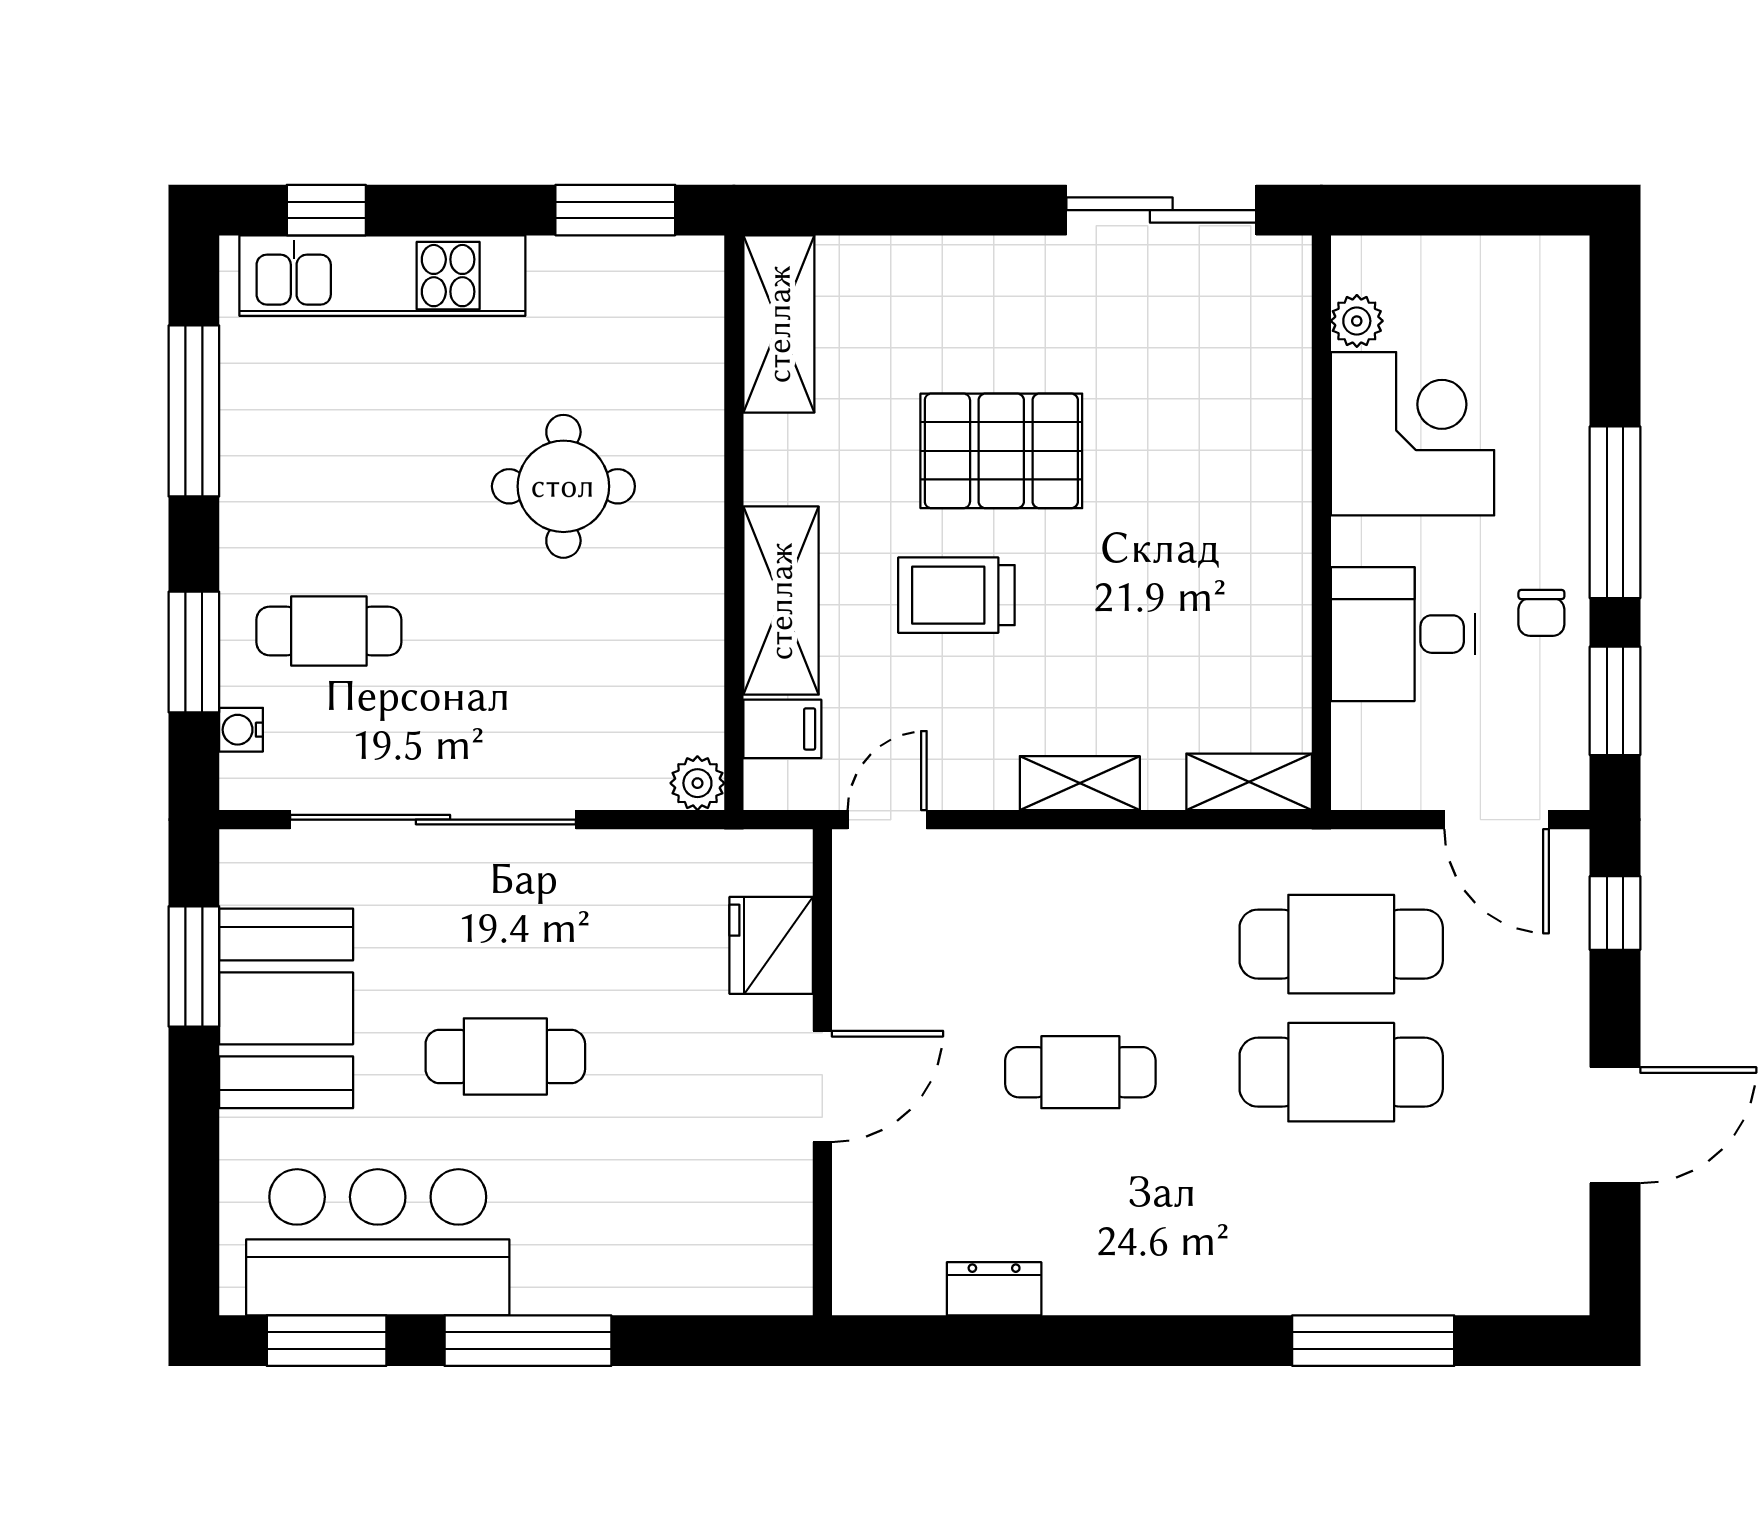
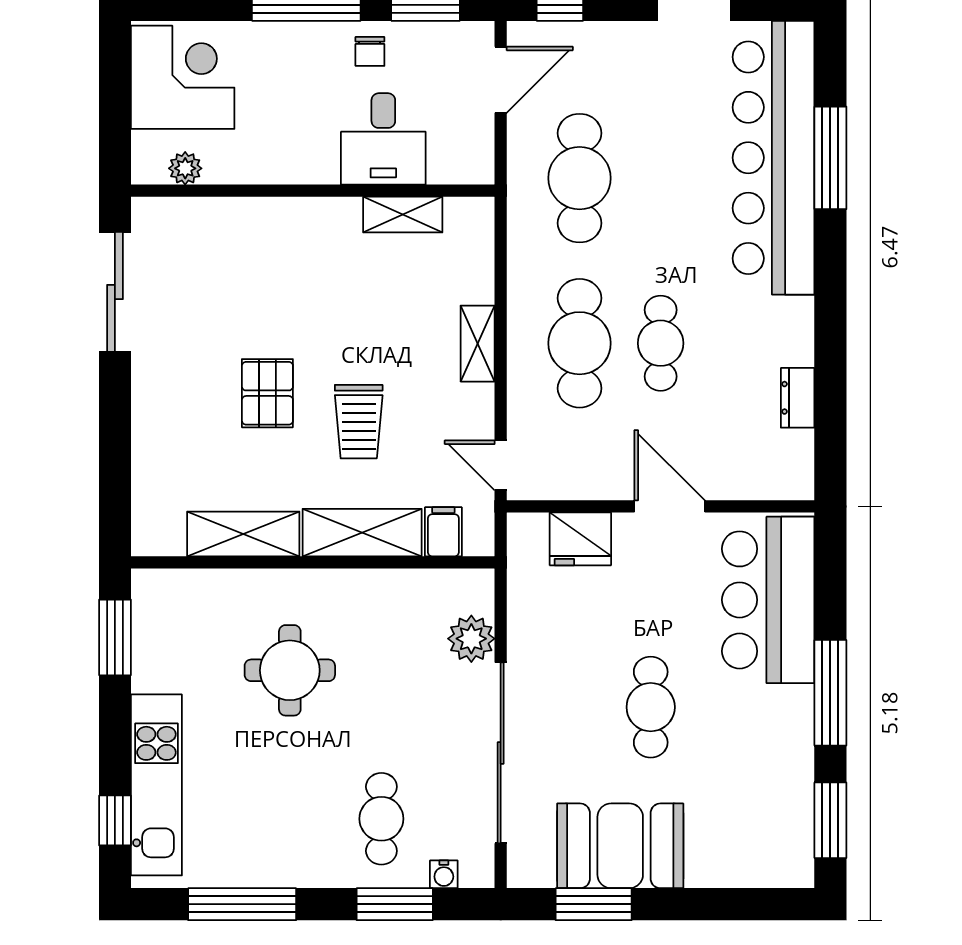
shelving: (779, 324) -> (243, 534), moved
corner desk: (1412, 434) -> (183, 77), moved, turned 90
pallet: (1001, 451) -> (267, 393), width x0.67, depth x0.71
chair: (1541, 613) -> (370, 51), turned 90
shelving: (1249, 782) -> (403, 215), moved, turned 90
plant: (697, 783) -> (471, 639), moved, width x1.38, depth x1.38
cafe table: (1341, 1072) -> (580, 343), moved
bar counter: (378, 1242) -> (768, 600), moved
bar counter: (1373, 1251) -> (774, 158), added

